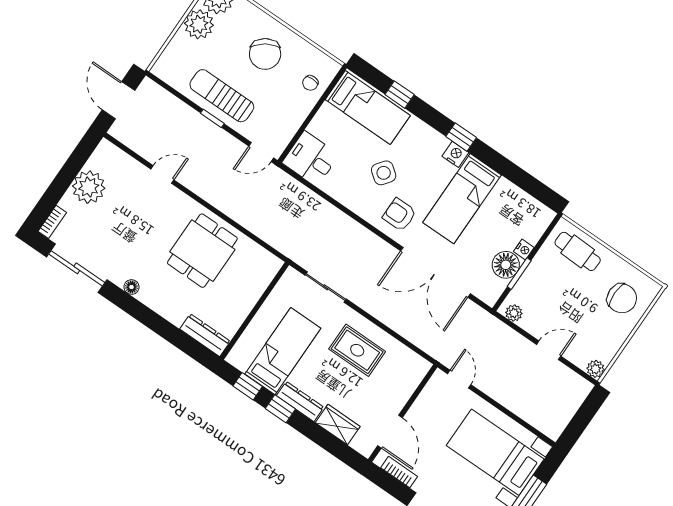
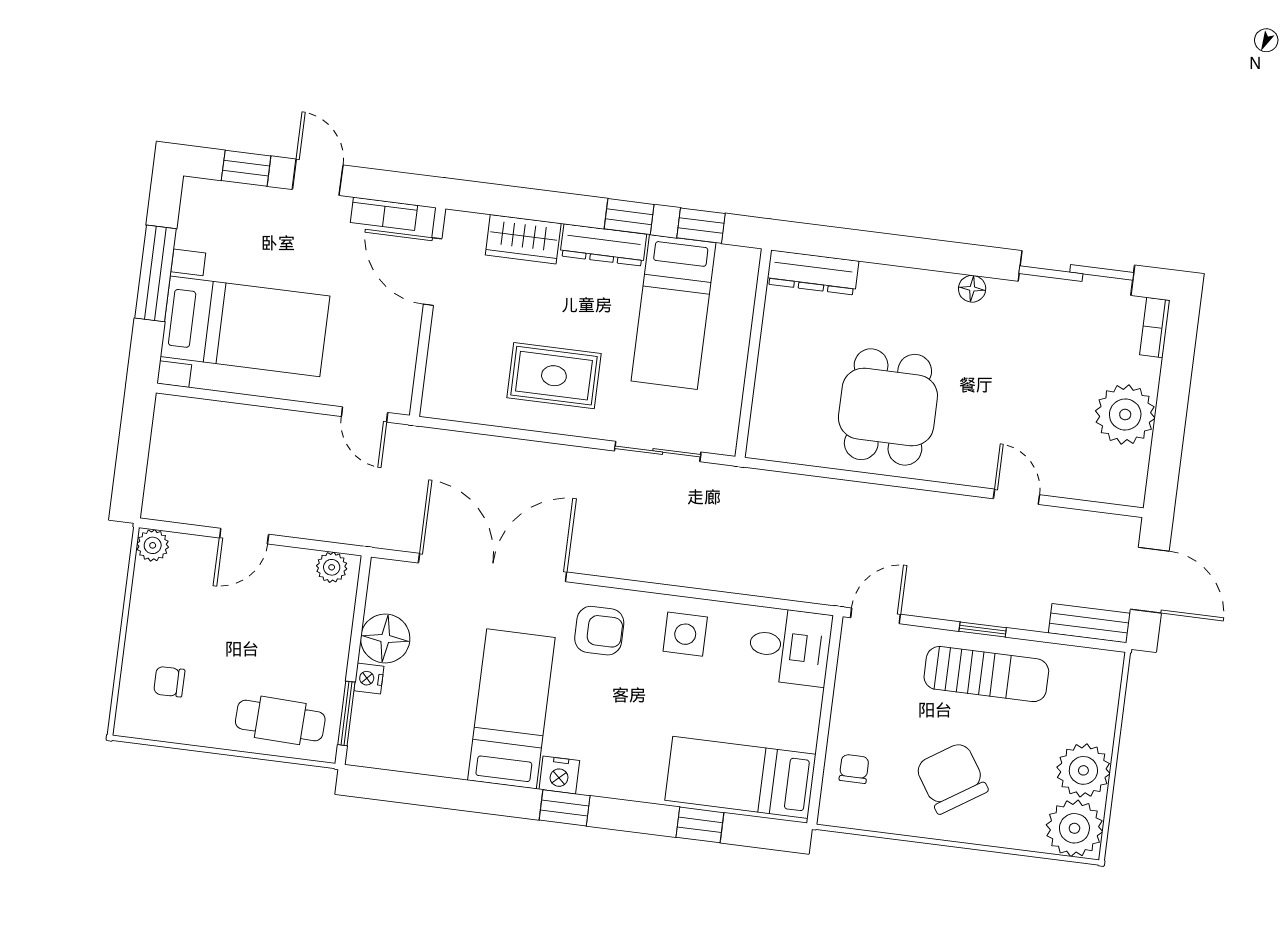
bench: (159, 94) -> (1089, 623), added
side table: (384, 173) -> (685, 634), moved, turned -37
door: (162, 174) -> (1017, 497), swing flipped
window: (519, 274) -> (346, 713), moved
chair: (622, 298) -> (169, 682), width x0.54, depth x0.54

